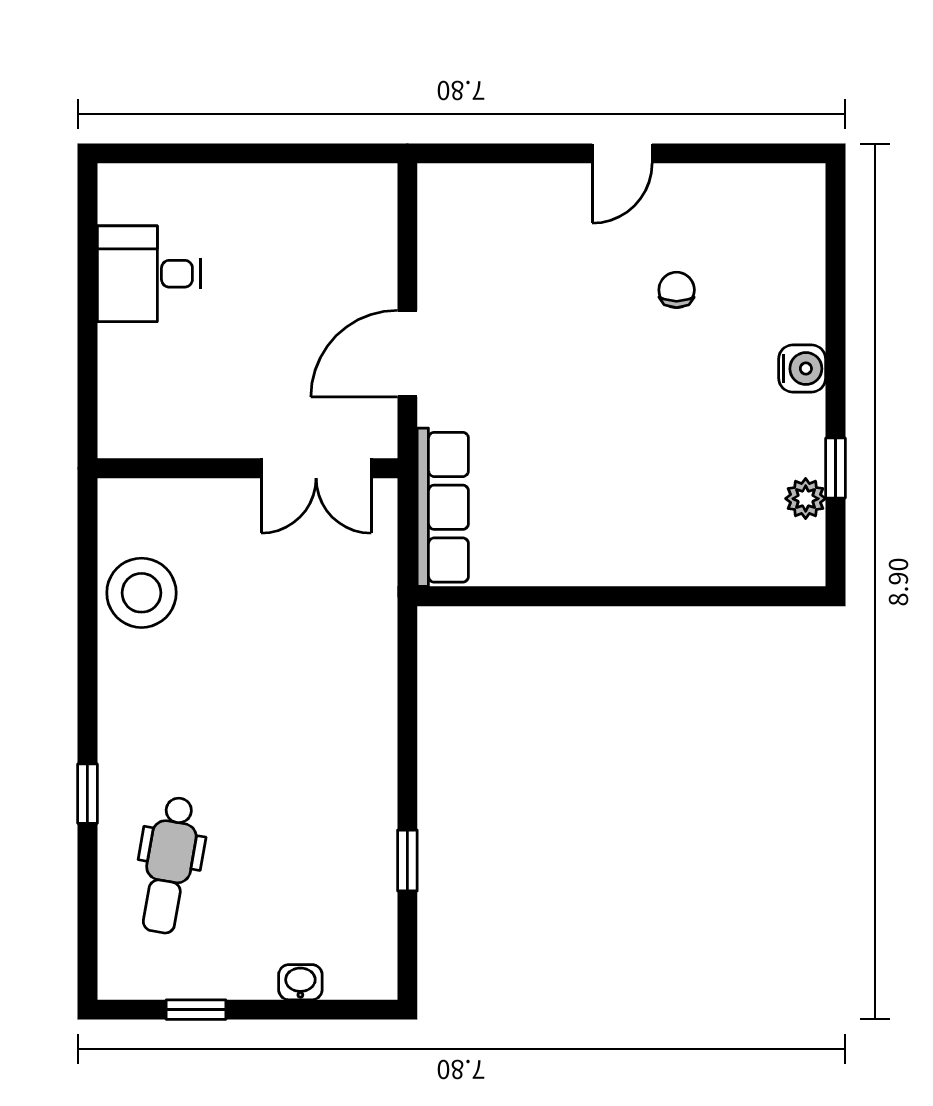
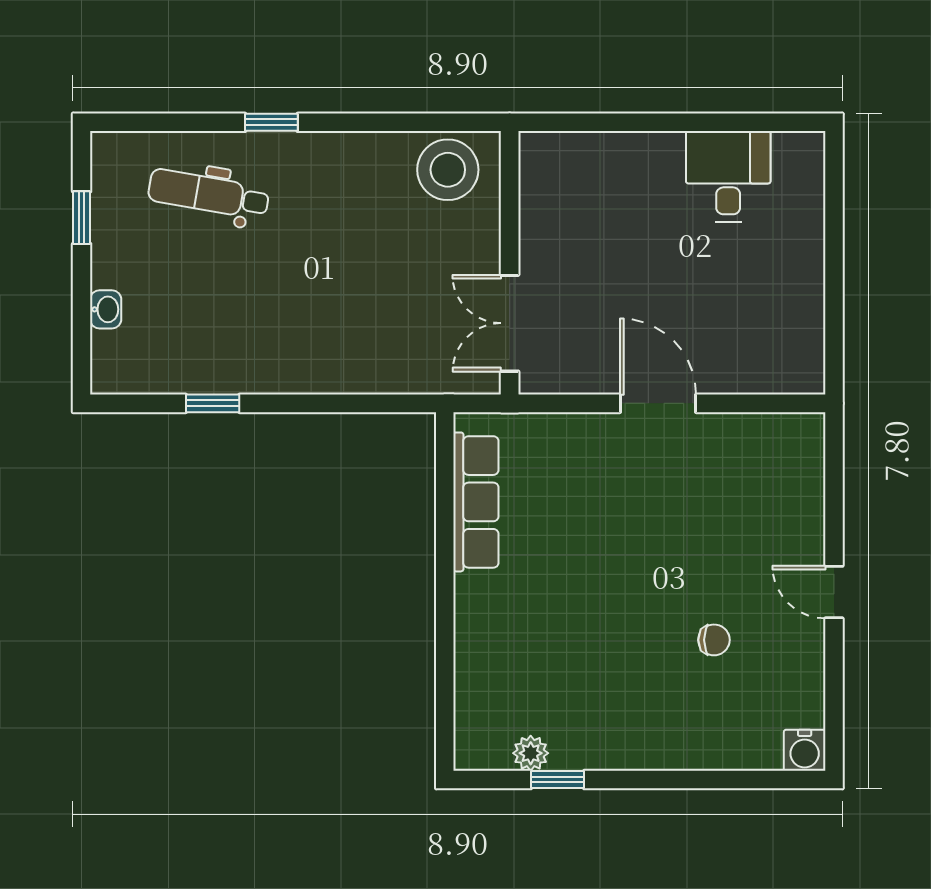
water cooler: (802, 369) -> (805, 750), moved
wall: (247, 468) -> (510, 263), moved
double door: (316, 468) -> (510, 323), moved
row of seats: (443, 507) -> (476, 502), moved, turned -90

